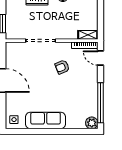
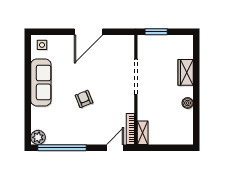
armchair: (62, 67) -> (84, 99), moved

